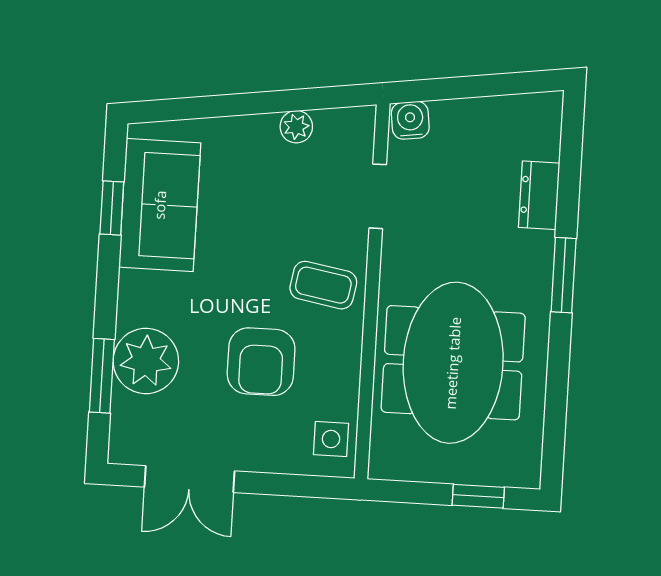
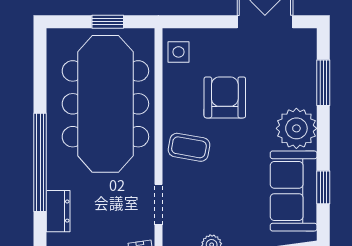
window: (564, 275) -> (40, 162), width x2.11
plant: (146, 361) -> (296, 128), moved
meeting table: (453, 363) -> (105, 104), width x1.36
window: (478, 496) -> (108, 22), moved

